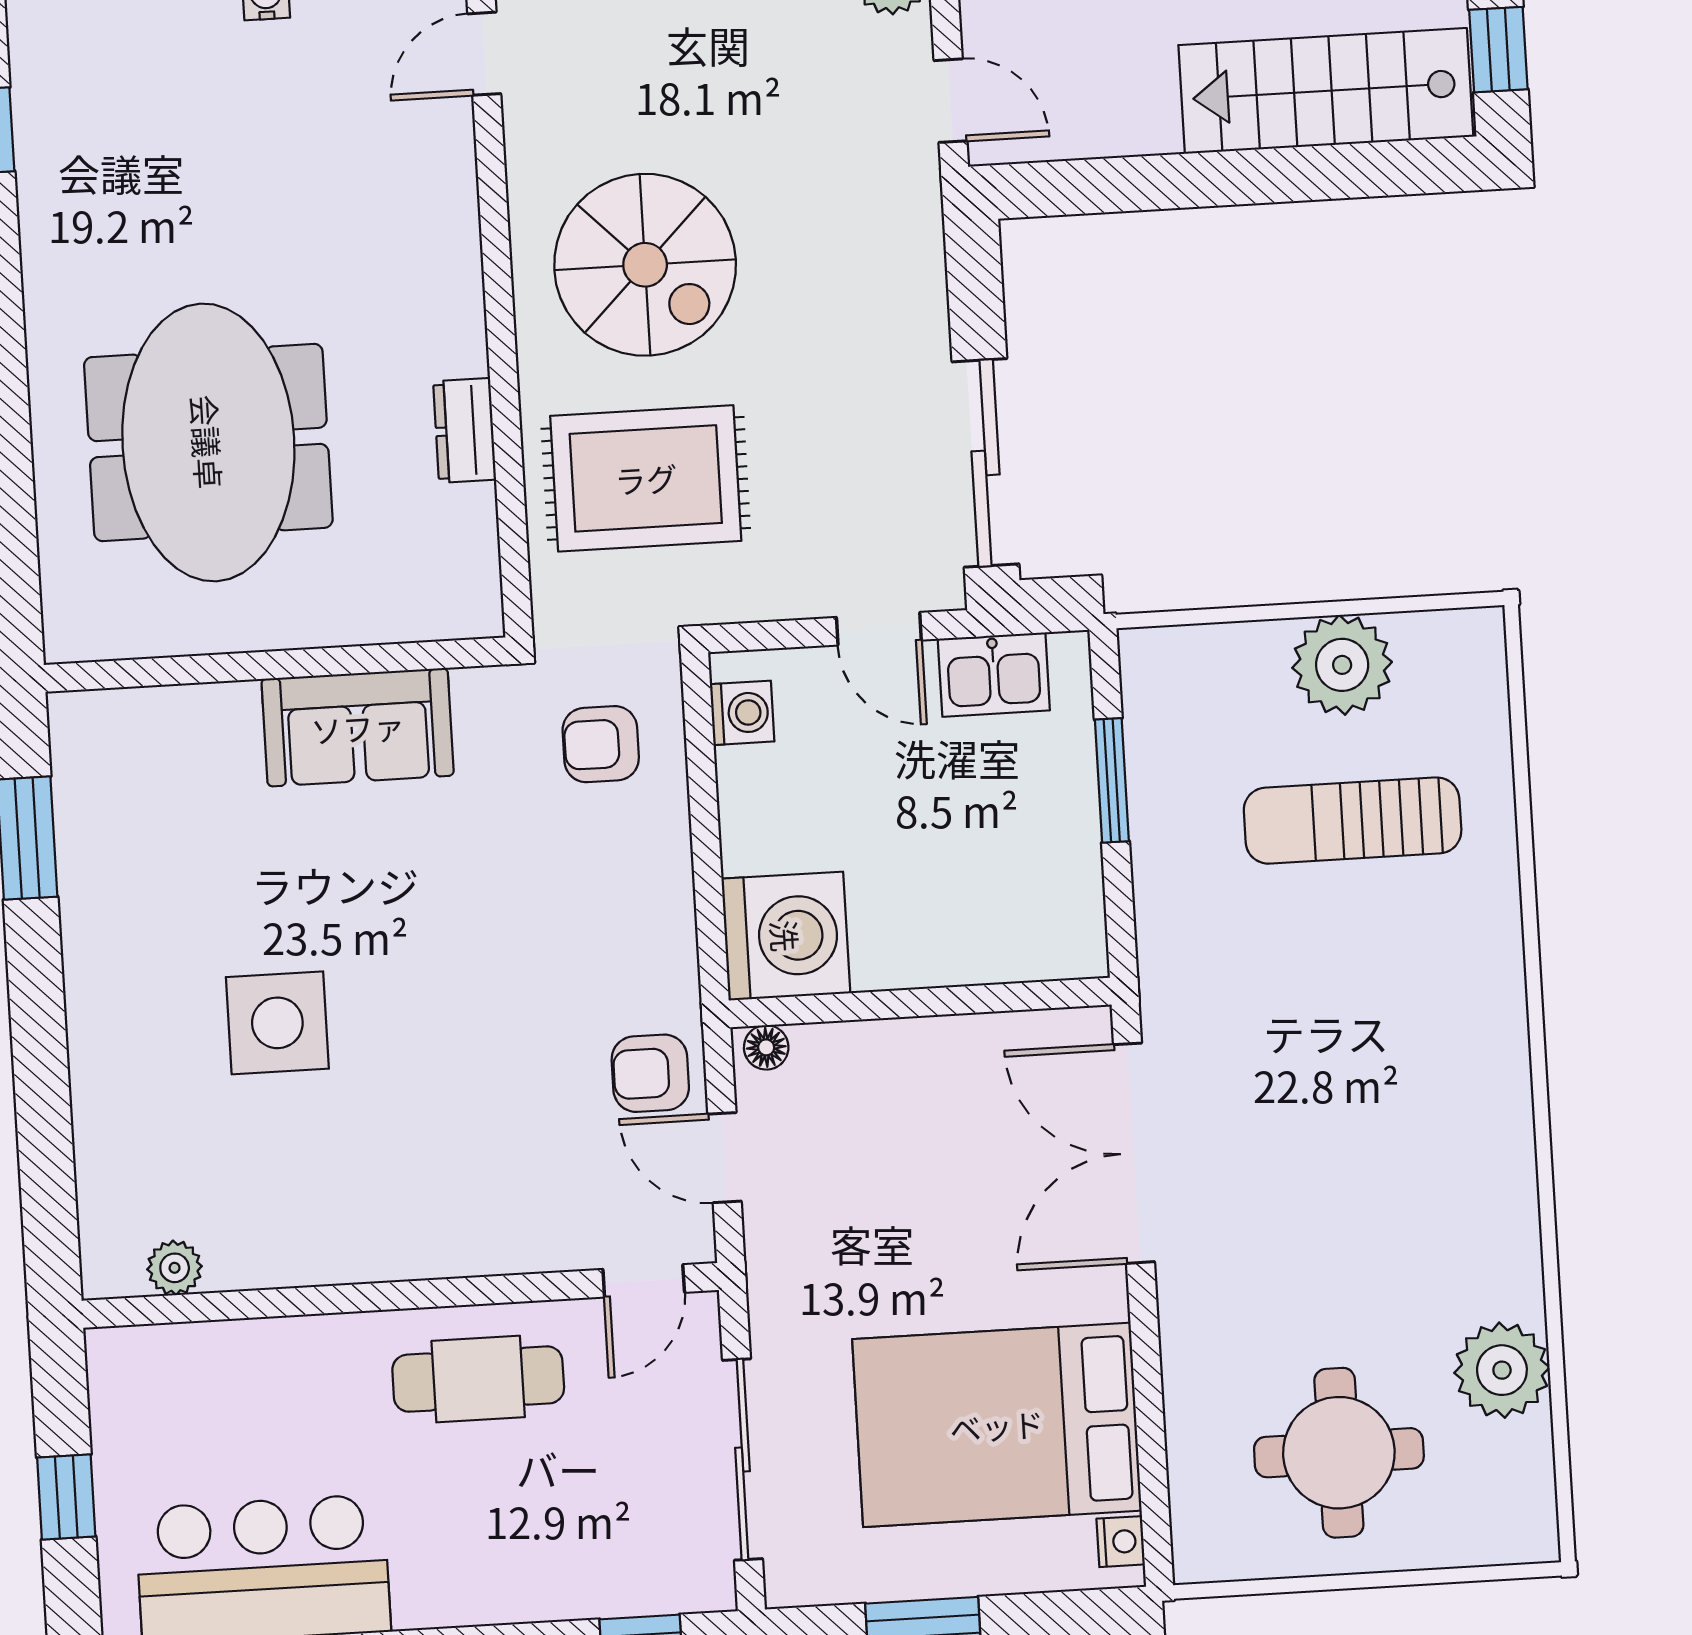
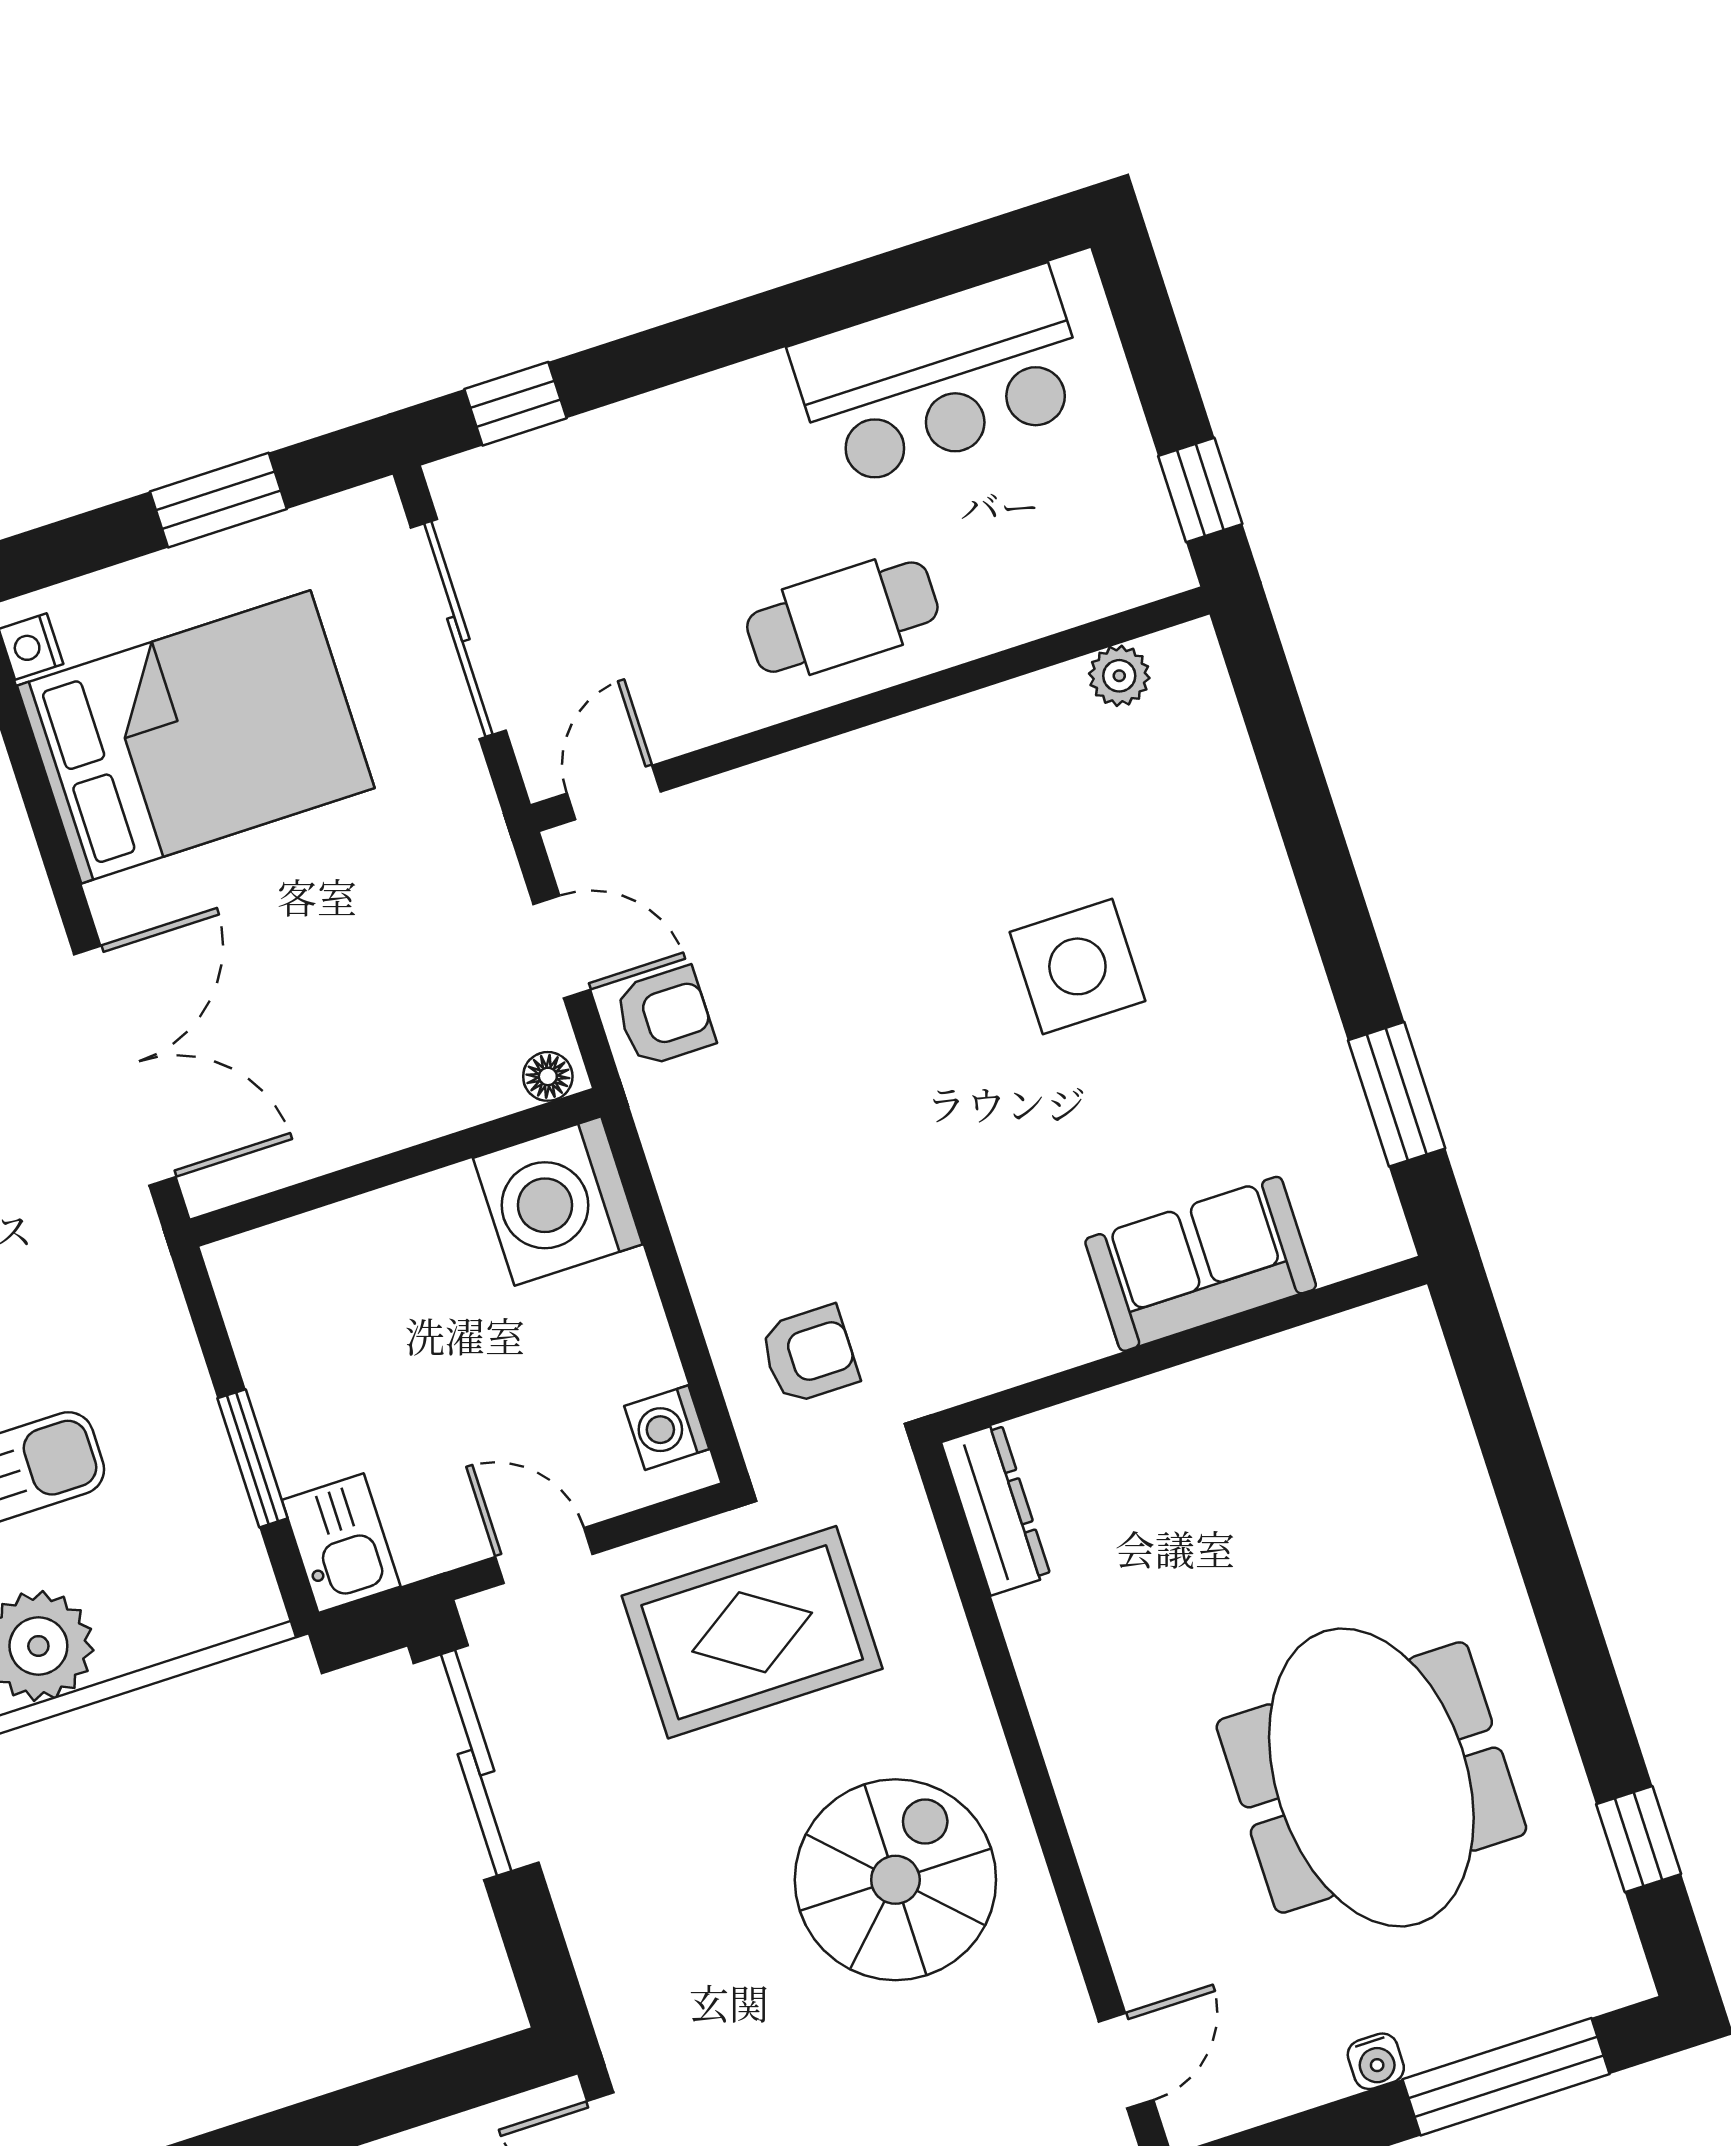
spiral stairs: (645, 265) -> (895, 1880), turned 90
dresser: (465, 430) -> (996, 1509), moved, width x1.44
meeting table: (208, 442) -> (1371, 1777), moved
rug: (646, 478) -> (752, 1632), moved
kitchen sink: (994, 675) -> (341, 1543), moved, turned 90
sofa: (358, 727) -> (1201, 1264), moved
cafe table: (478, 1379) -> (842, 617), moved
window: (66, 1497) -> (1200, 490), moved

